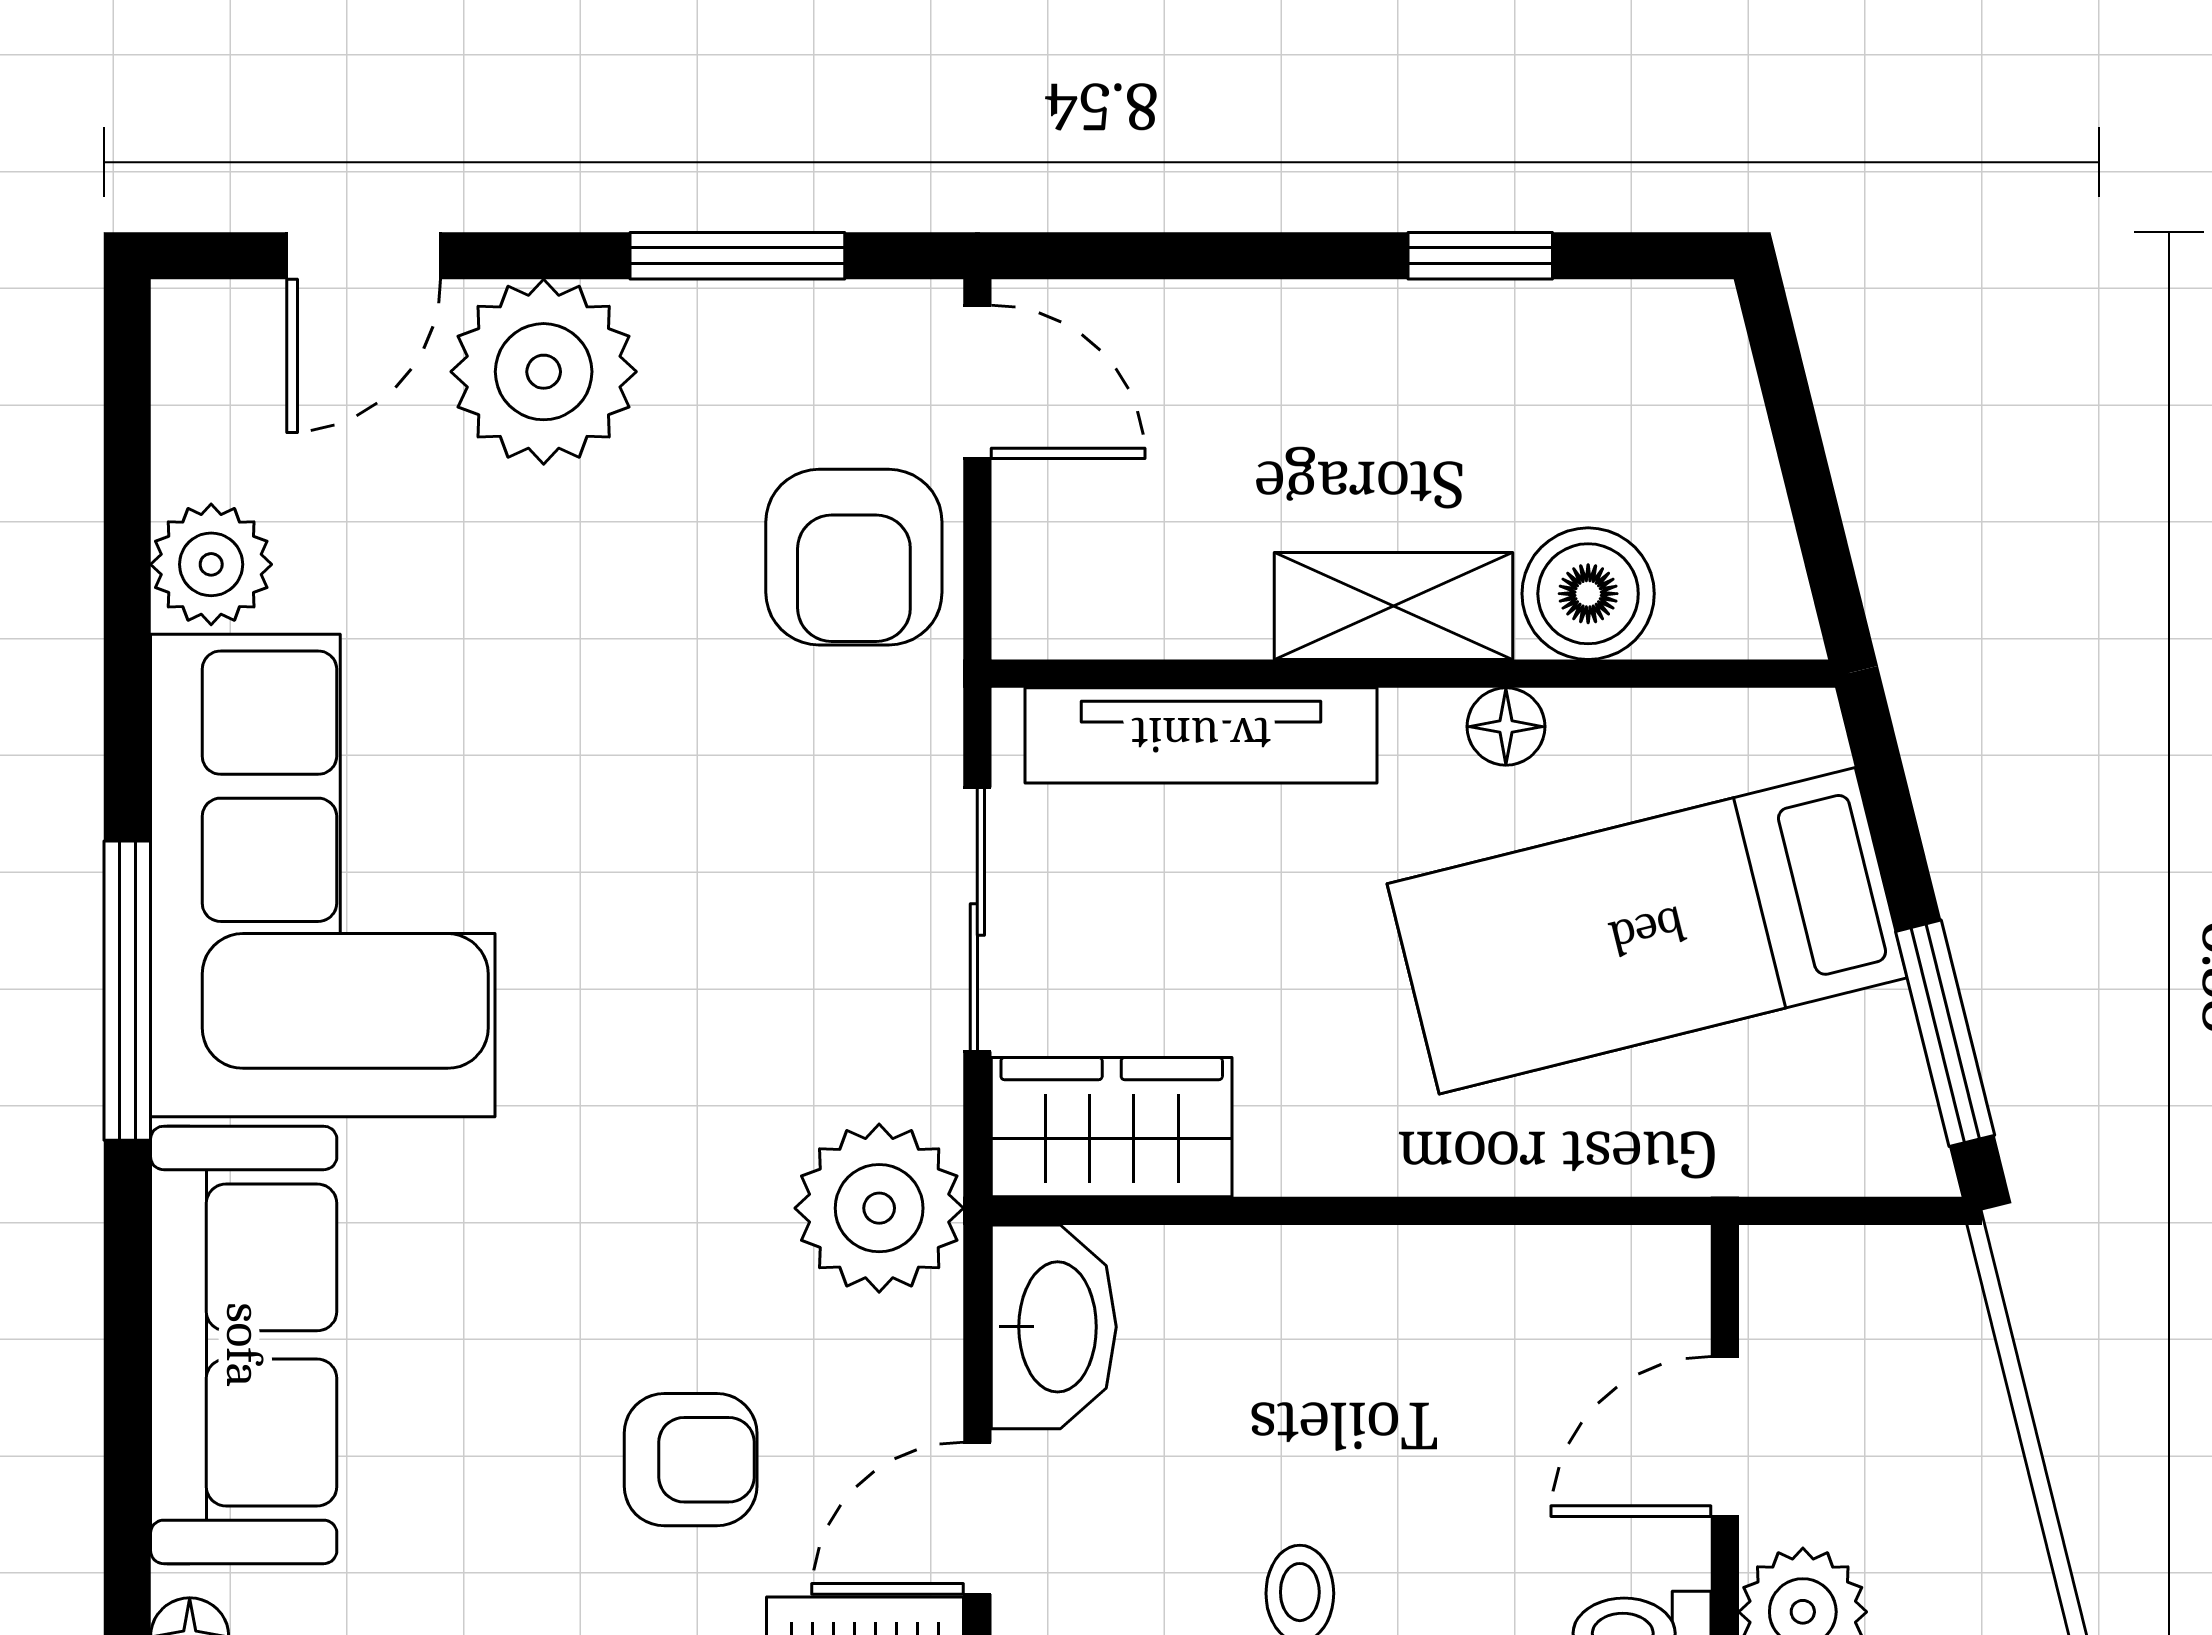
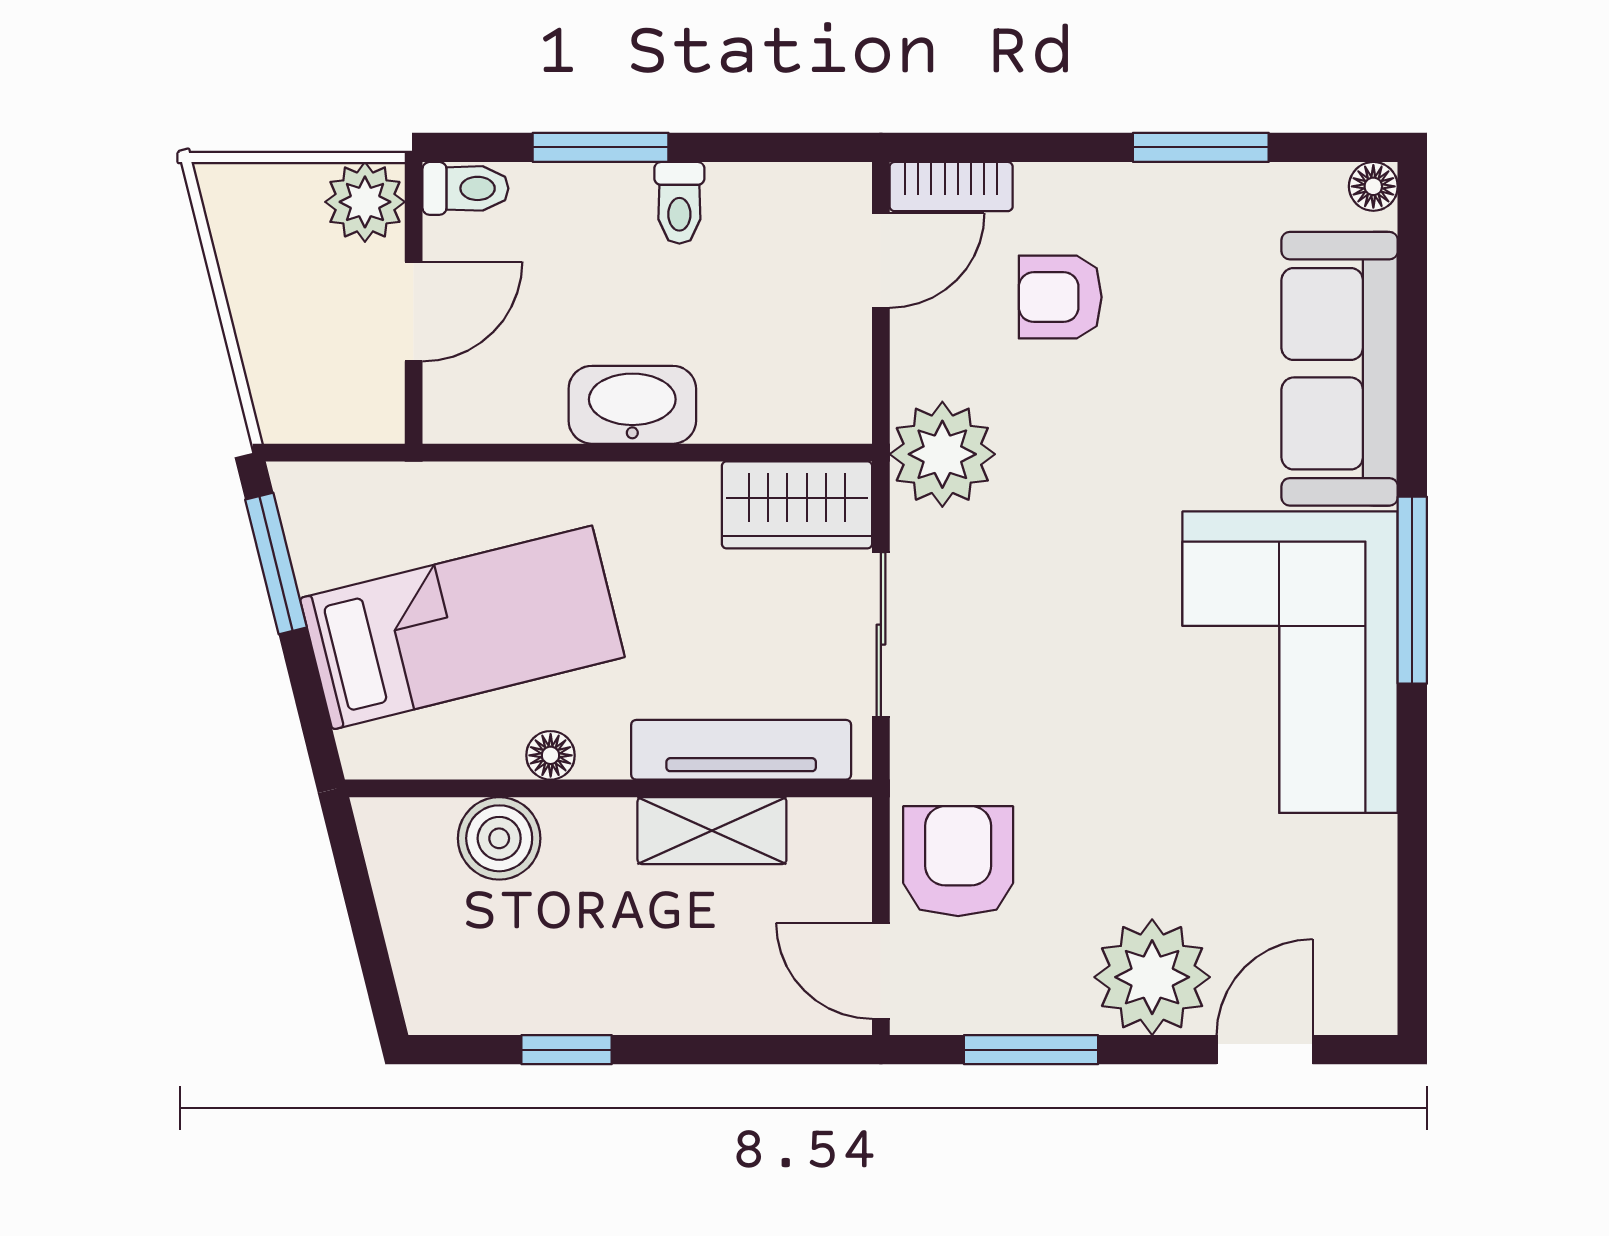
plant: (211, 564) -> (1360, 857), removed
shelving: (1394, 606) -> (712, 831), moved
washbasin: (1054, 1327) -> (632, 405), moved, turned 90

